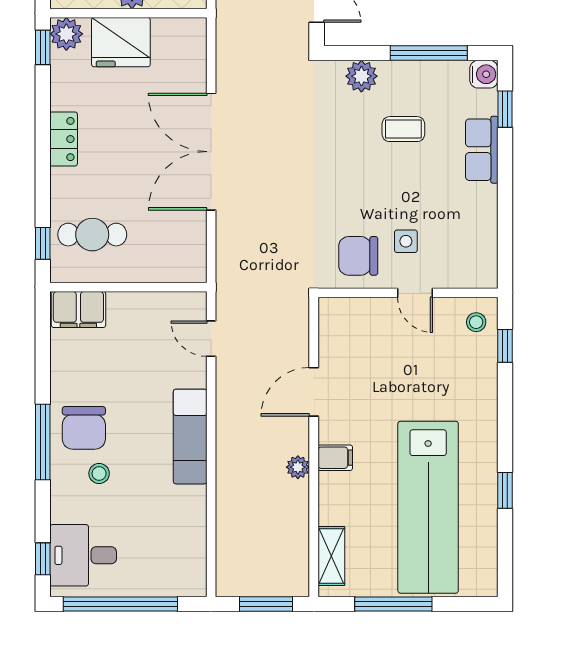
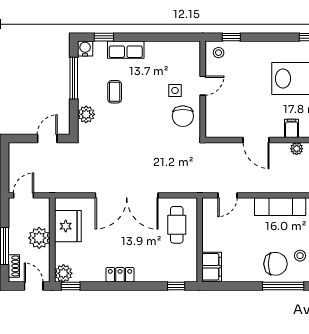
fridge: (121, 42) -> (68, 226), moved
cafe table: (92, 235) -> (177, 225), moved

